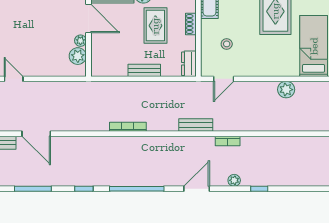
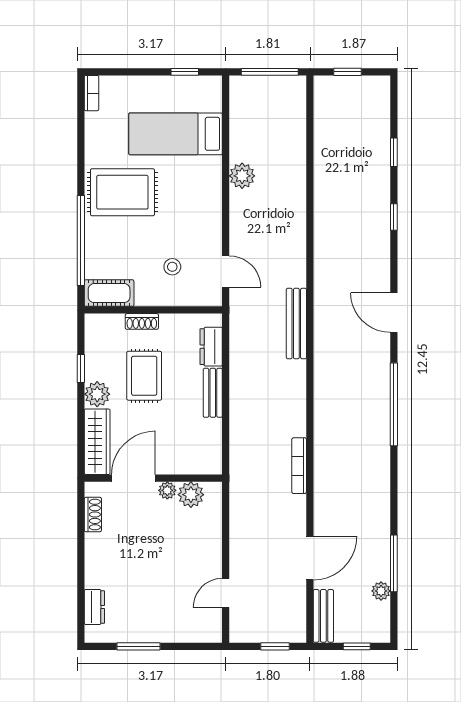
rug: (155, 26) -> (144, 376), turned 90
dresser: (189, 64) -> (211, 347), moved, turned 90
bench: (196, 125) -> (296, 324), width x1.36
bookcase: (128, 127) -> (299, 466), moved
bookcase: (228, 141) -> (321, 265), removed
plant: (234, 180) -> (381, 591), moved
window: (84, 189) -> (394, 152), moved

